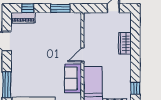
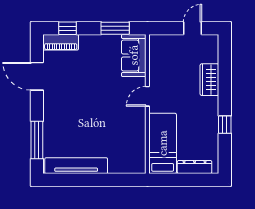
sofa: (73, 78) -> (134, 55), moved
window: (135, 88) -> (225, 125), moved

